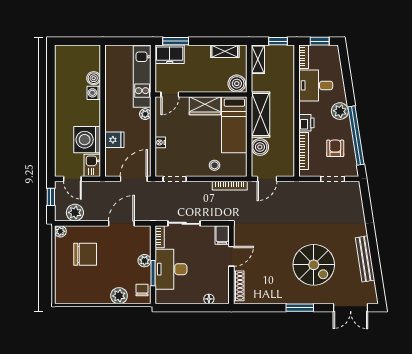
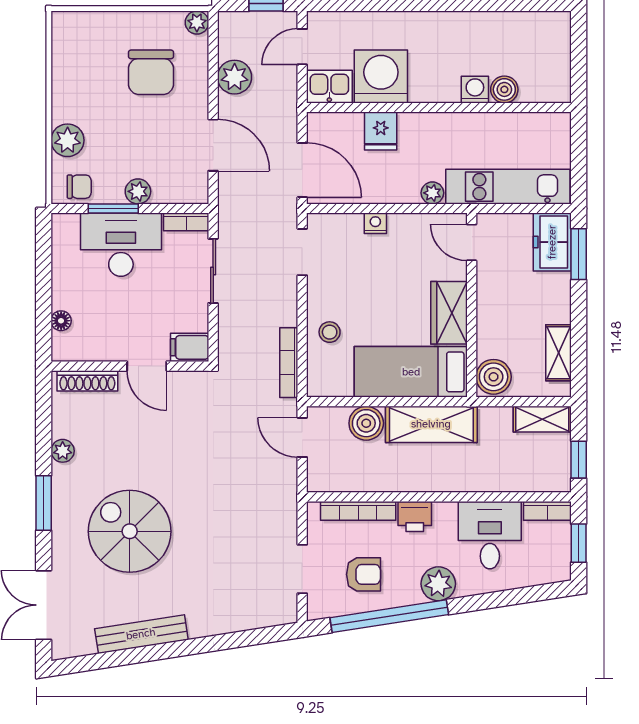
plant: (75, 213) -> (235, 77), moved
spiral stairs: (314, 265) -> (130, 531), turned 90
plant: (274, 298) -> (63, 451), added

